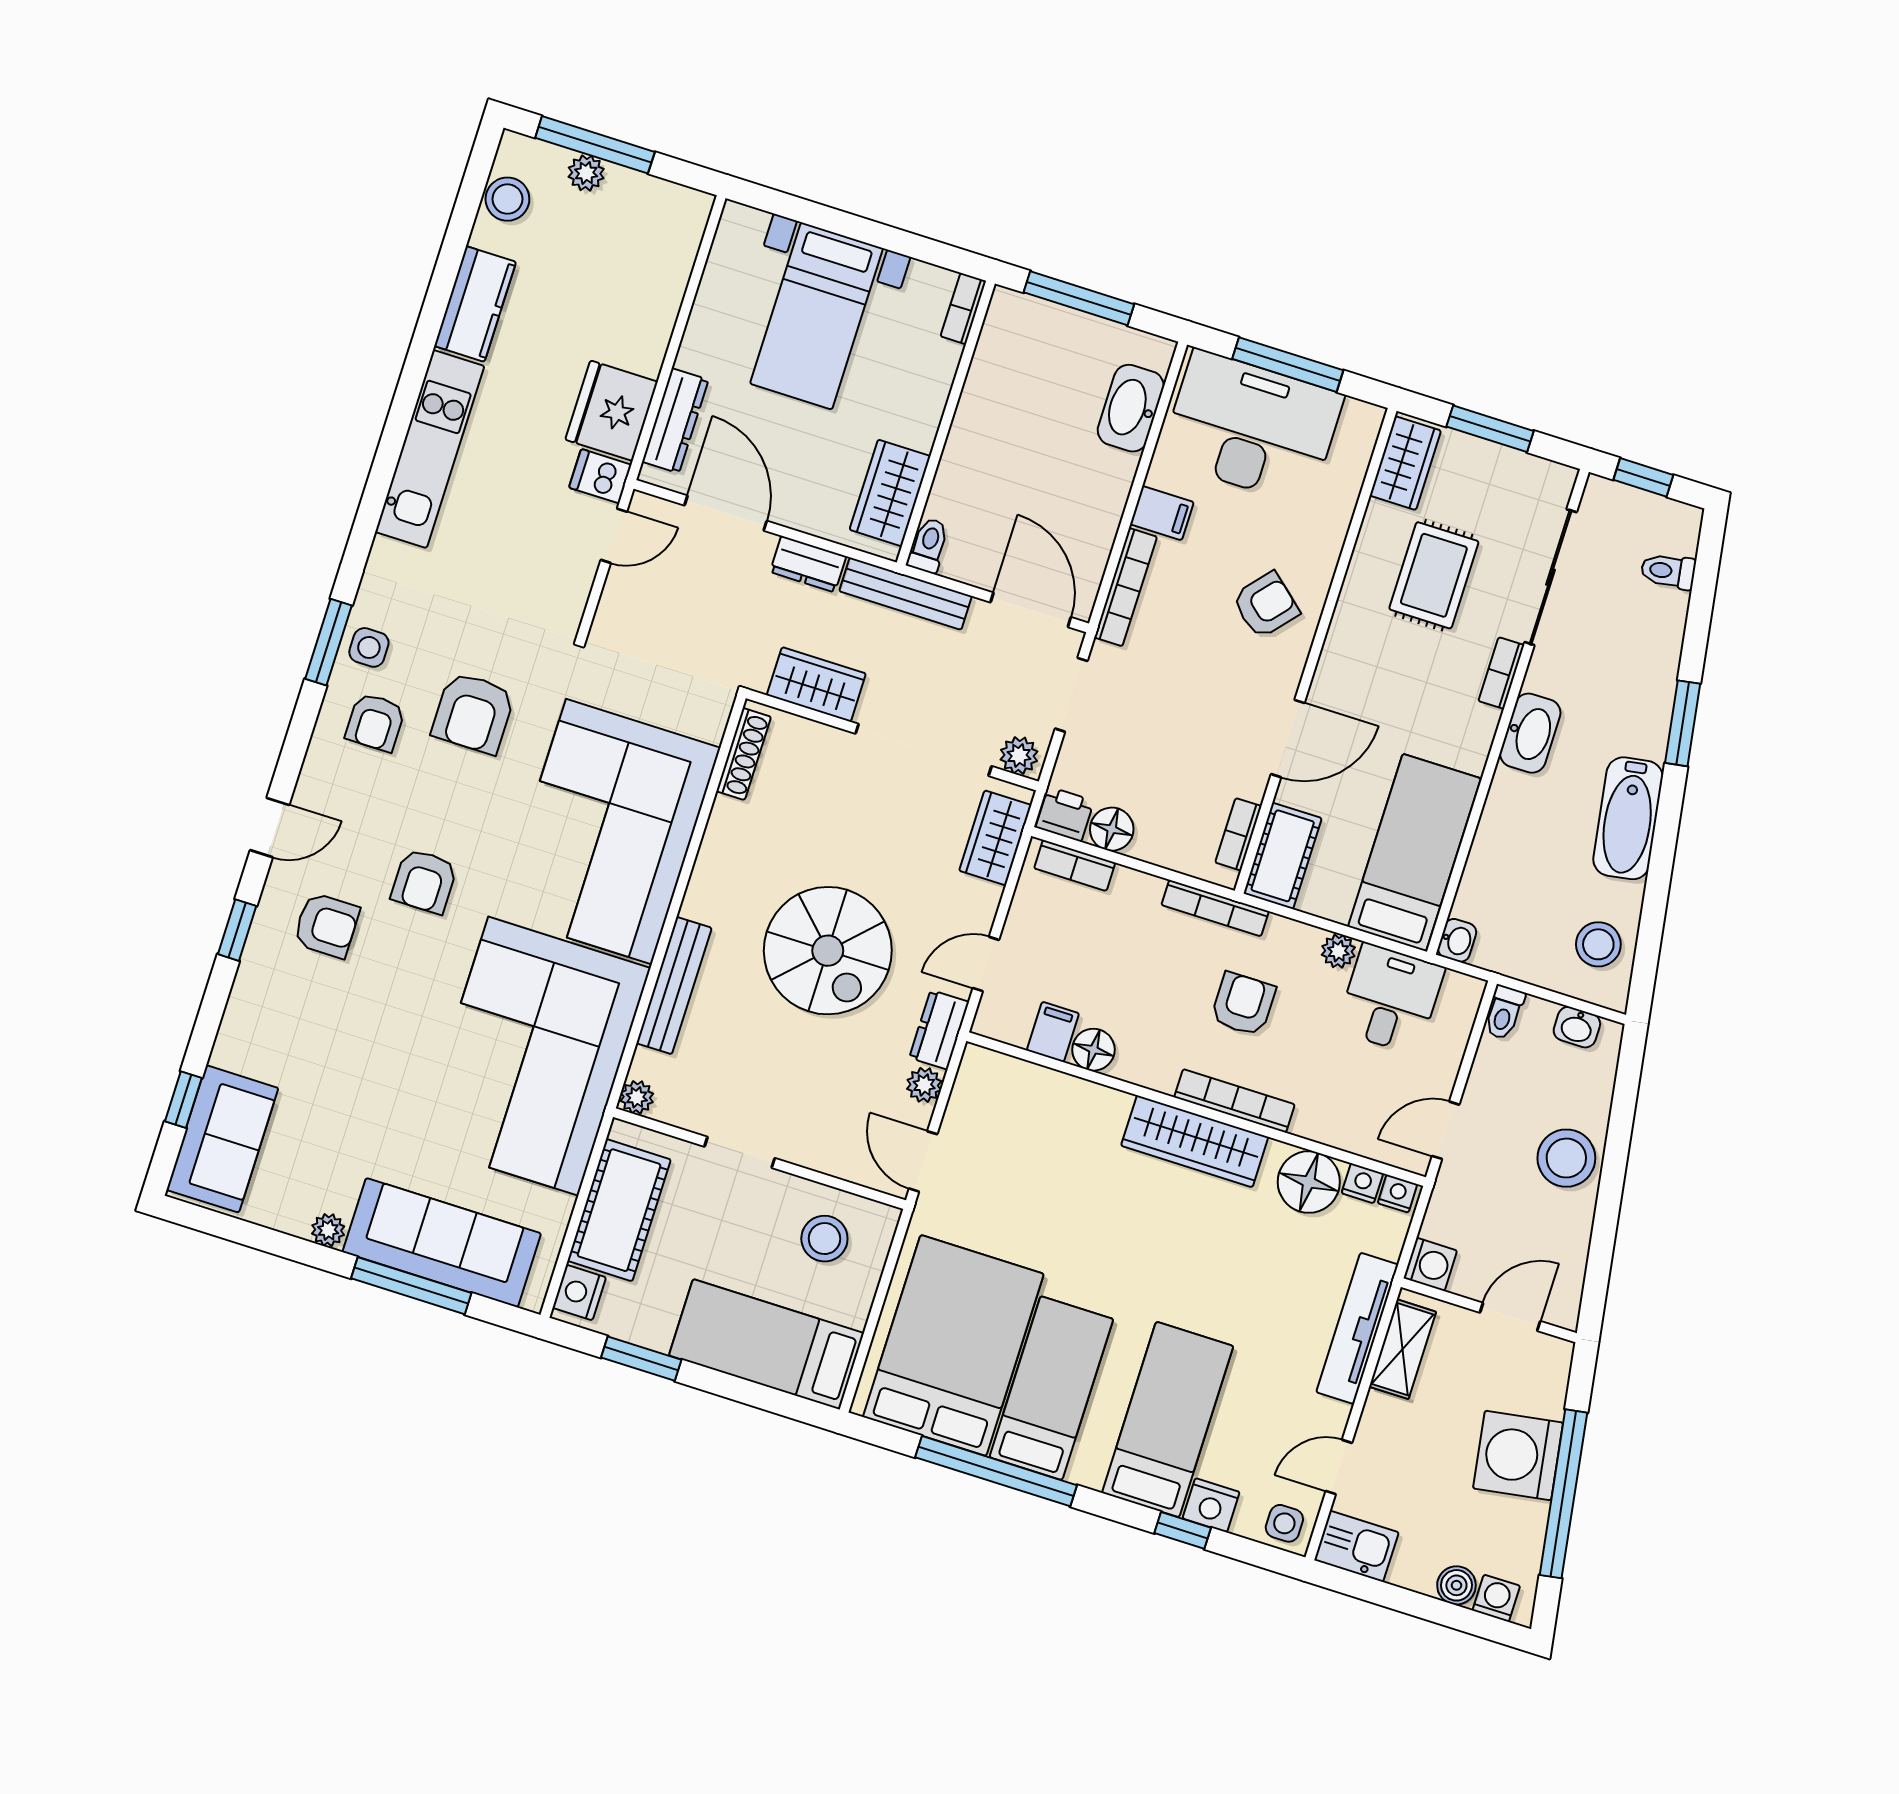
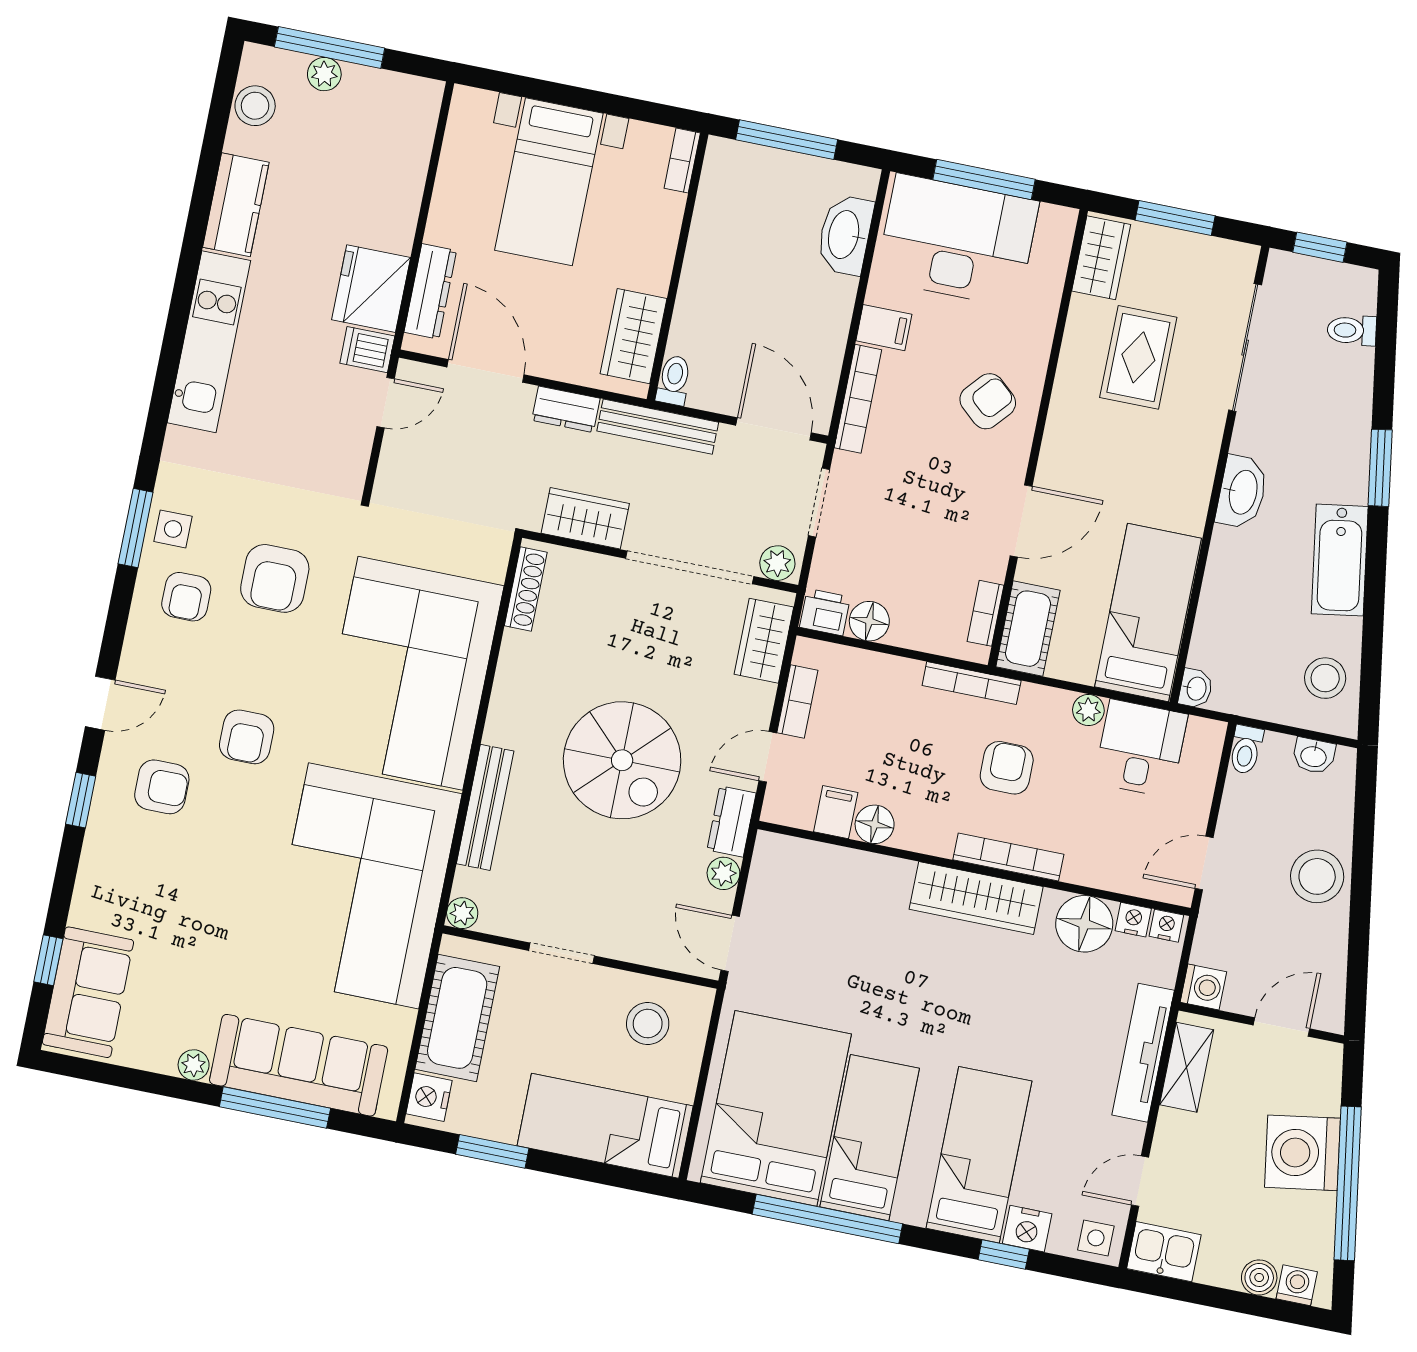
bookcase: (1501, 673) -> (1210, 440), removed
bookcase: (1075, 865) -> (797, 701), moved, turned -90

